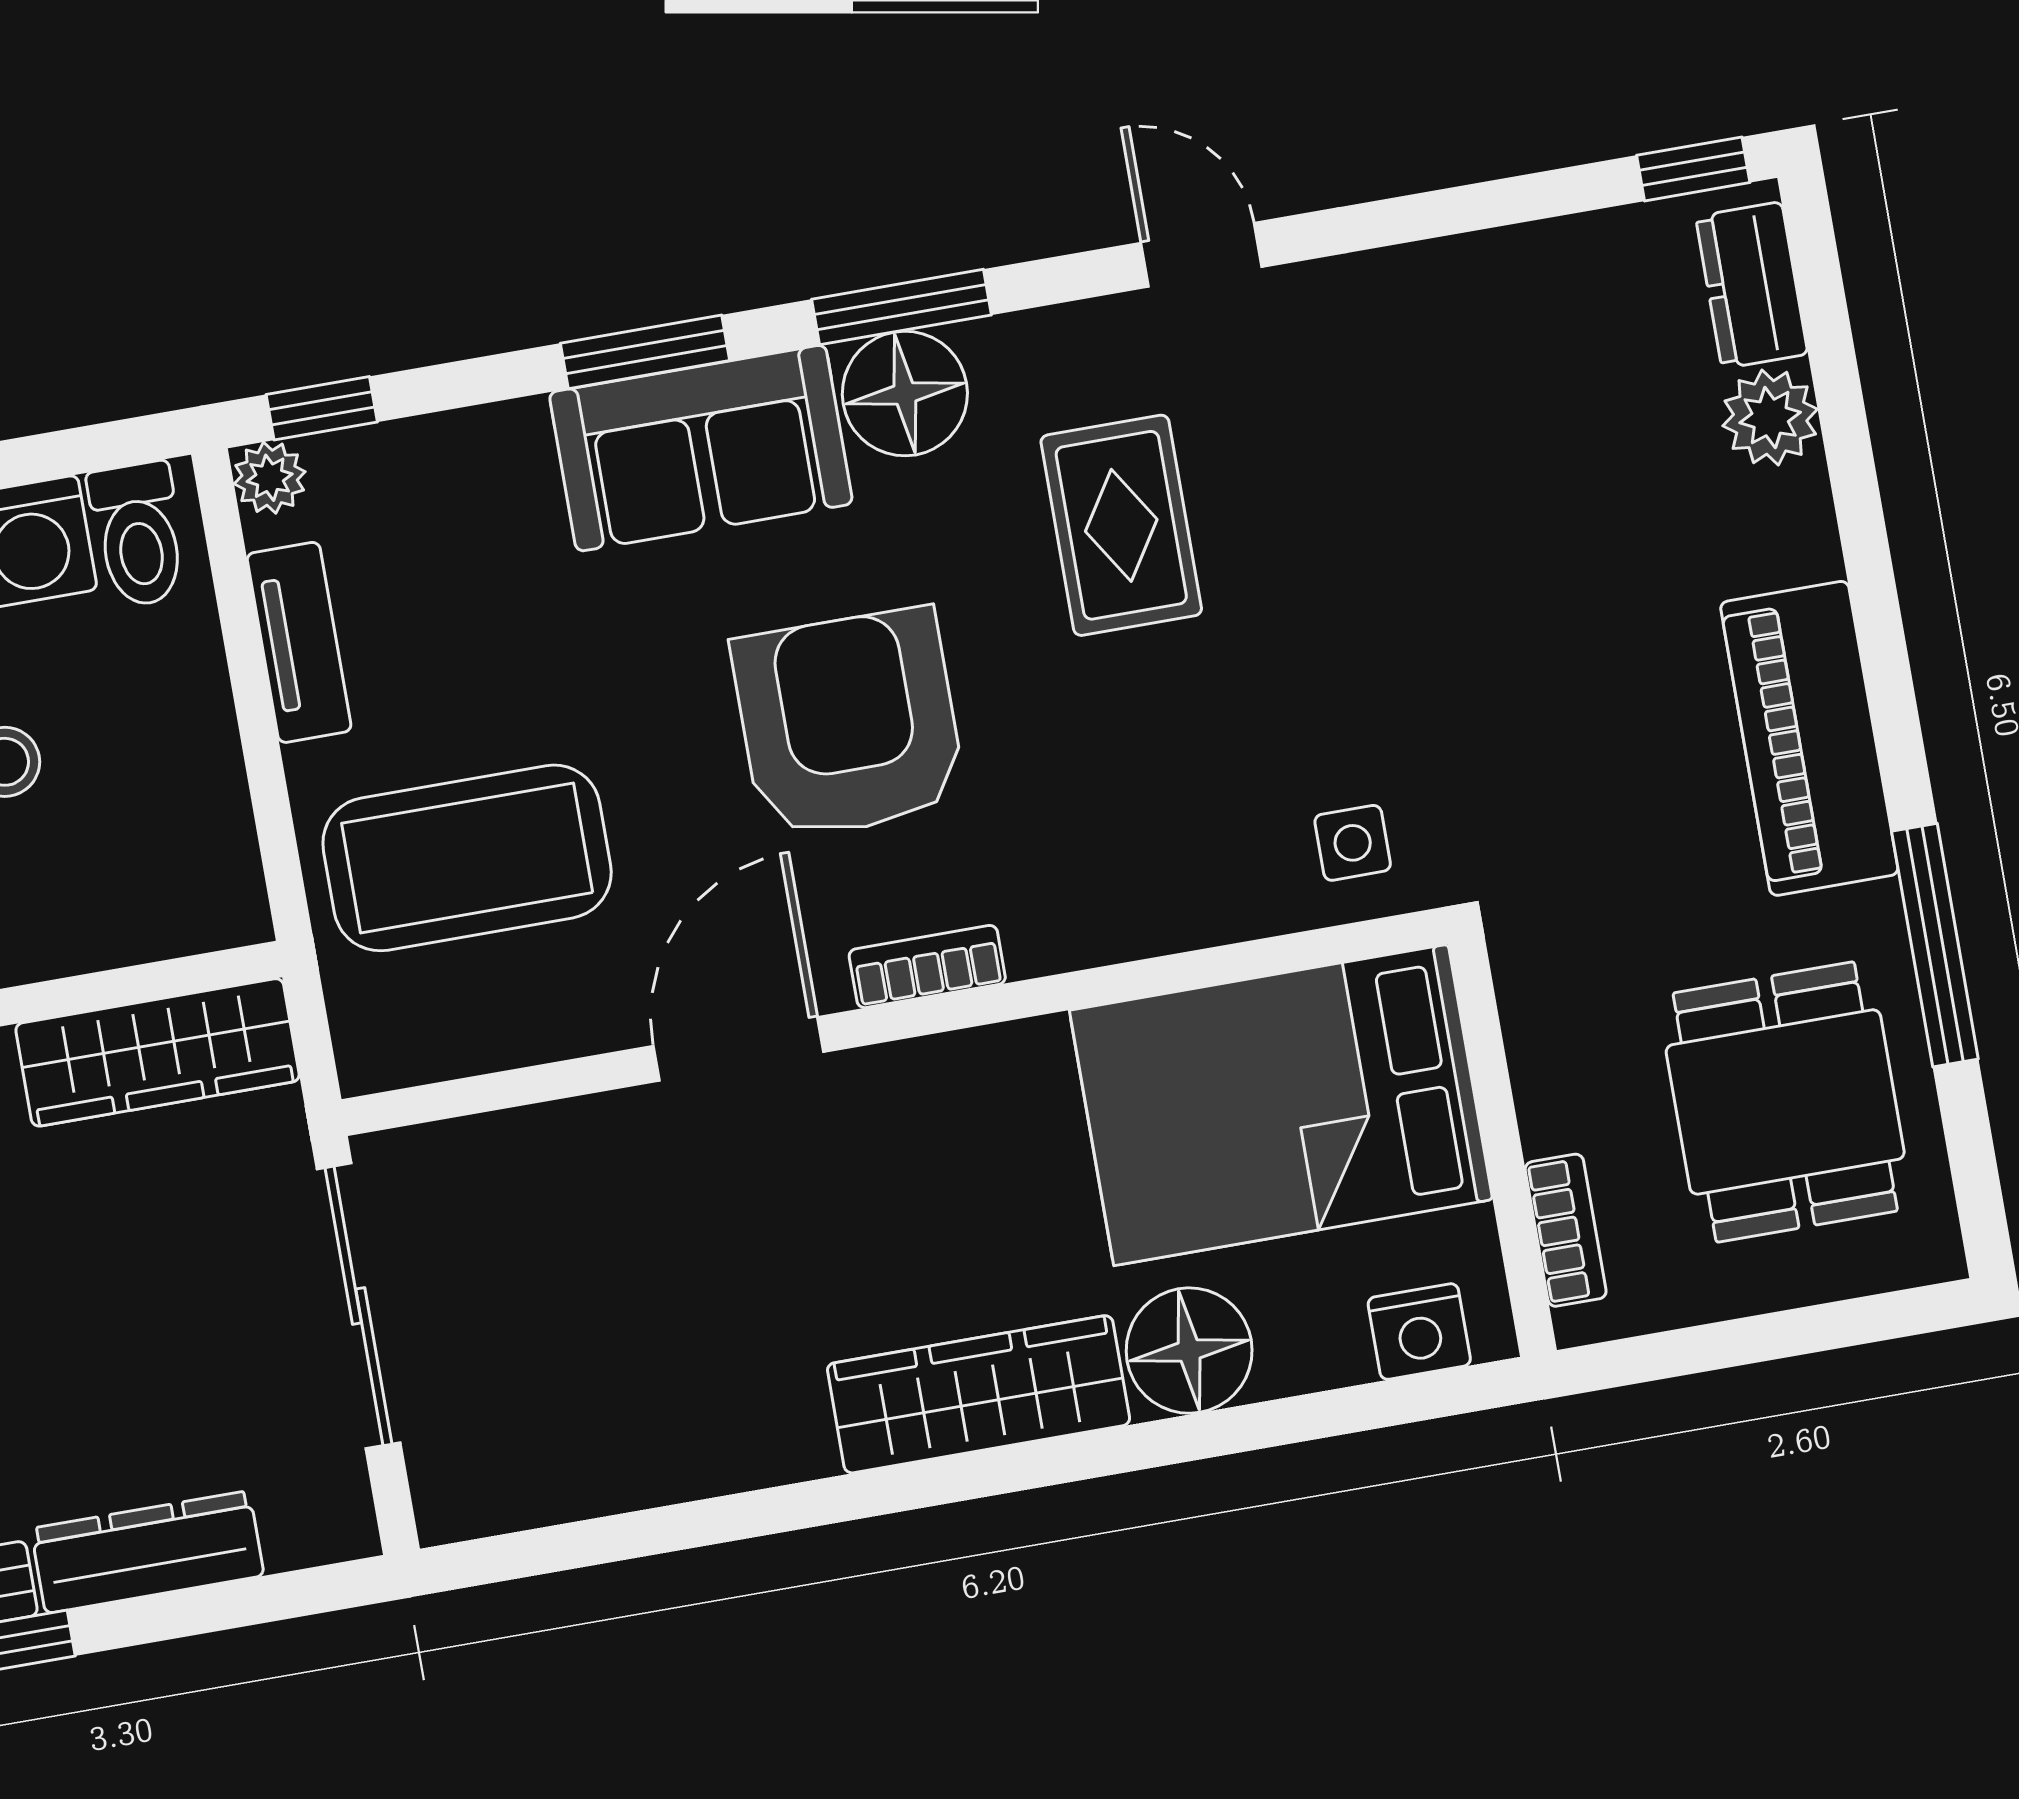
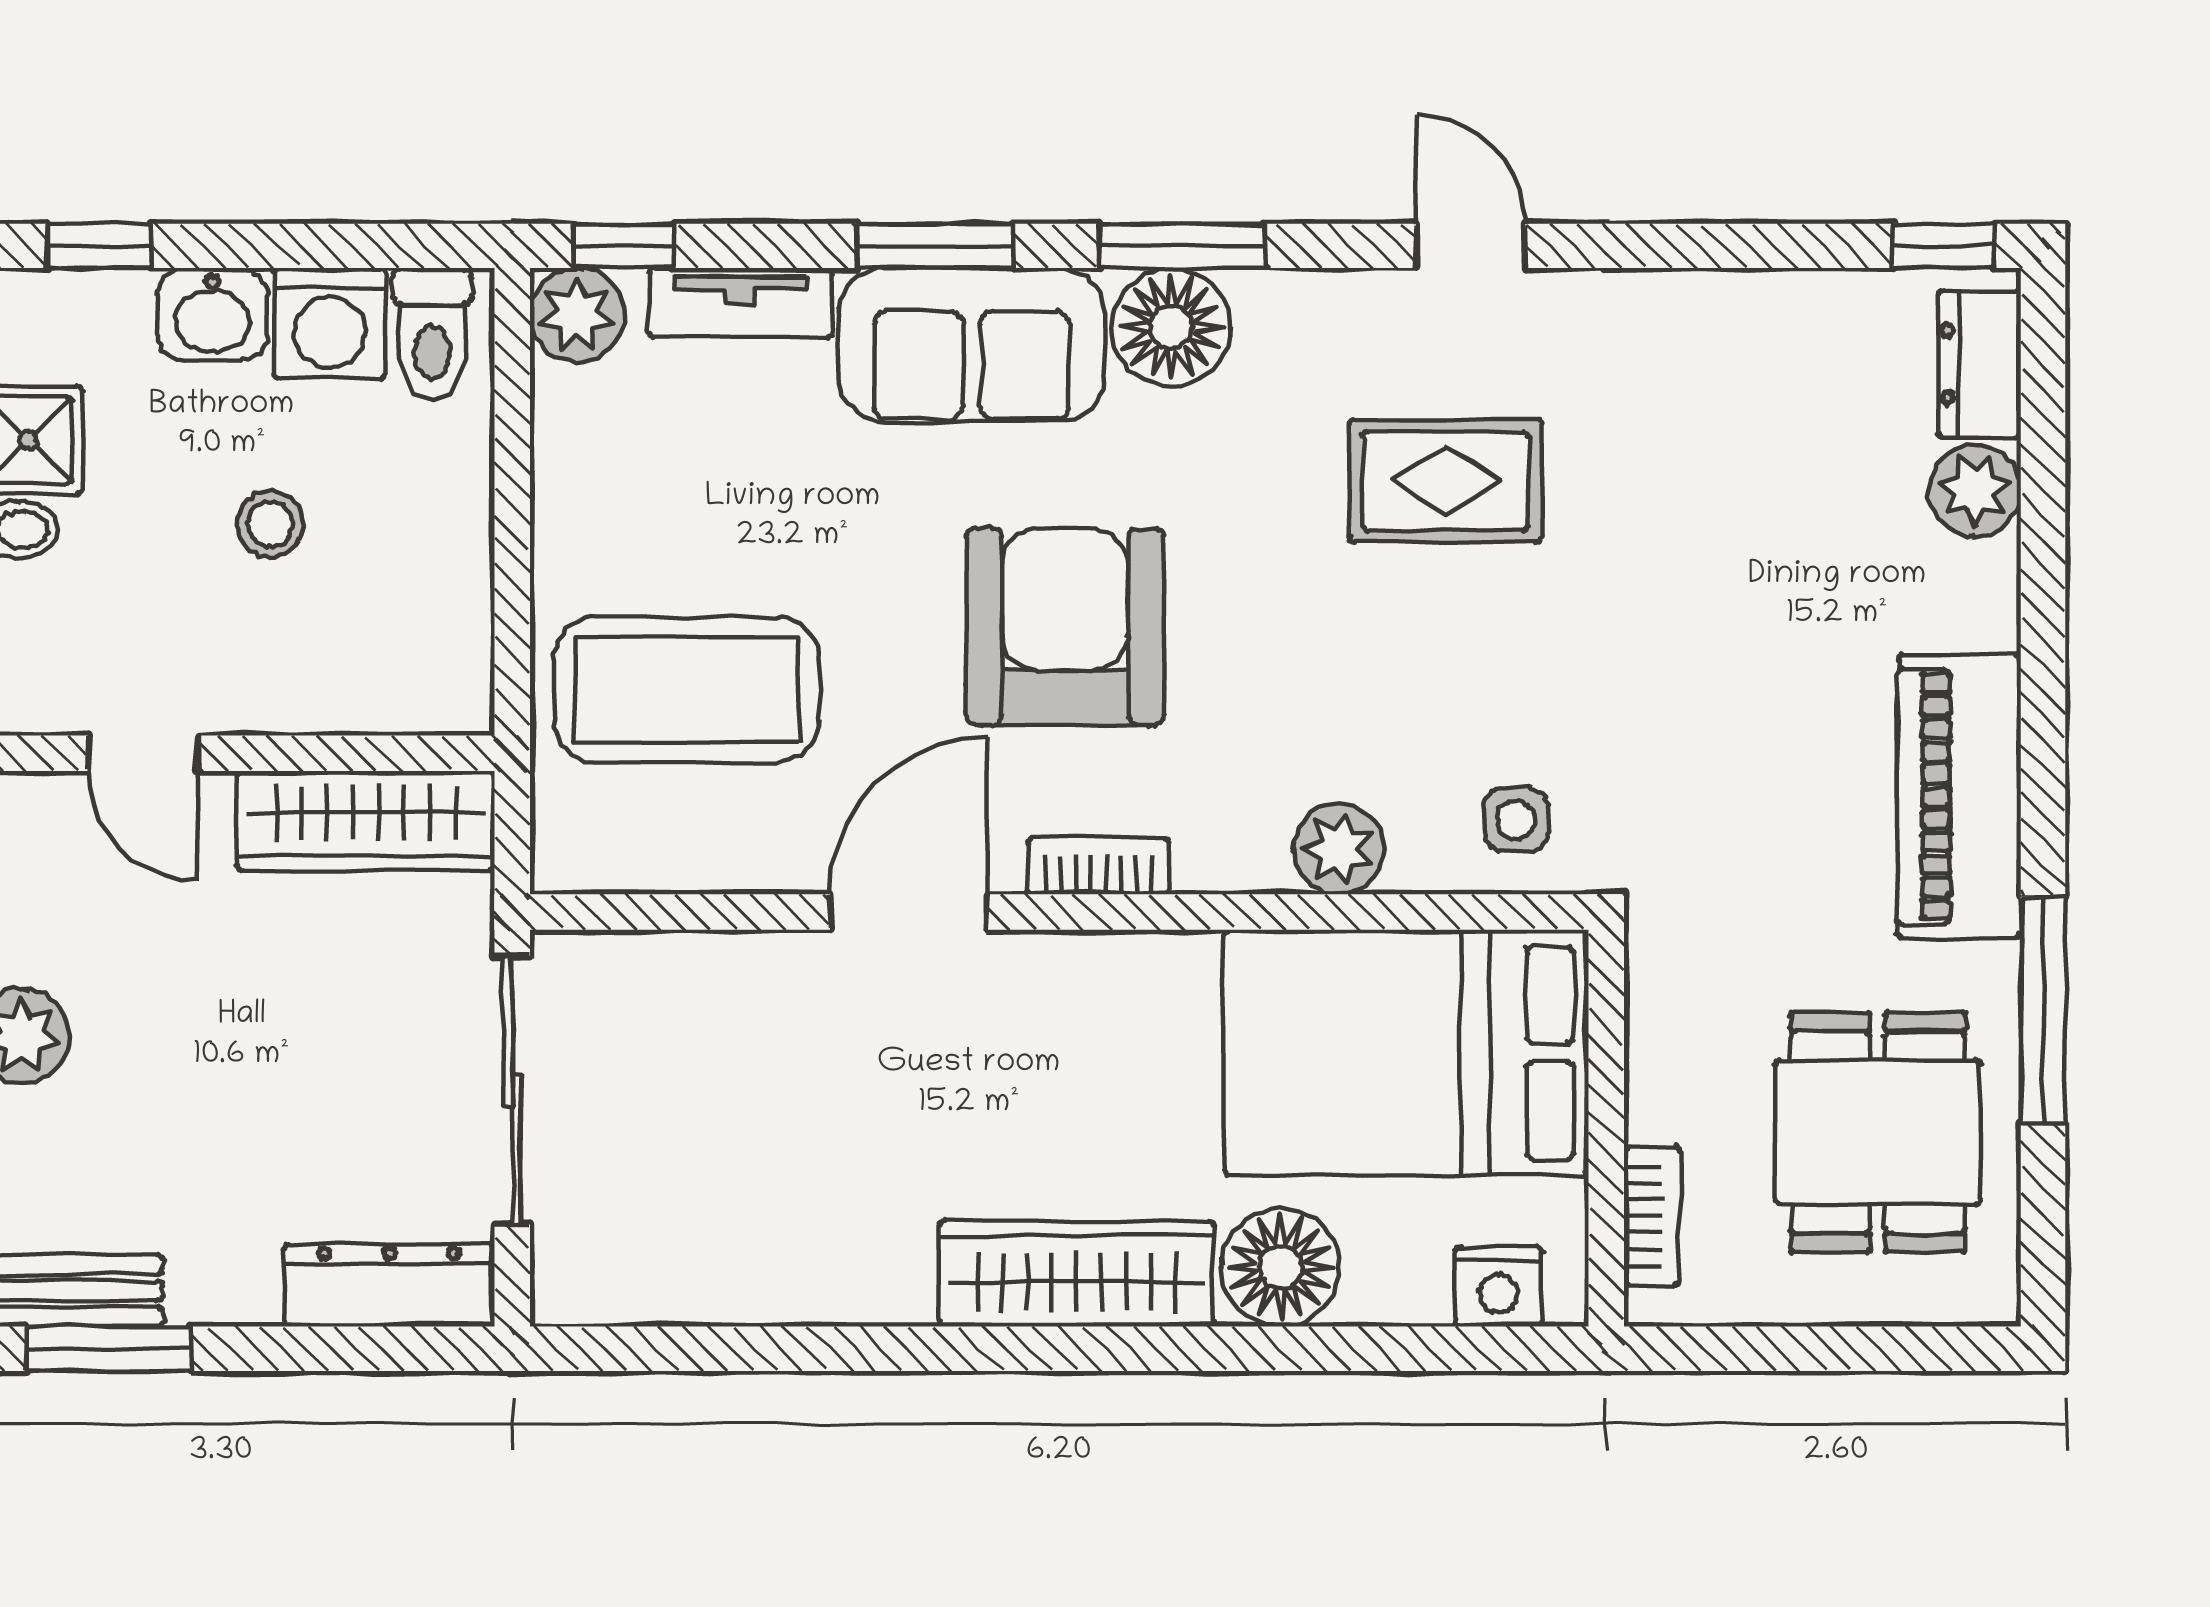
plant: (270, 478) -> (577, 315), width x1.38, depth x1.38
rug: (1121, 525) -> (1445, 481), moved, turned 90
tv unit: (299, 642) -> (740, 303), moved, turned 90
plant: (1174, 905) -> (1339, 849), added
dresser: (147, 1552) -> (389, 1286), moved

